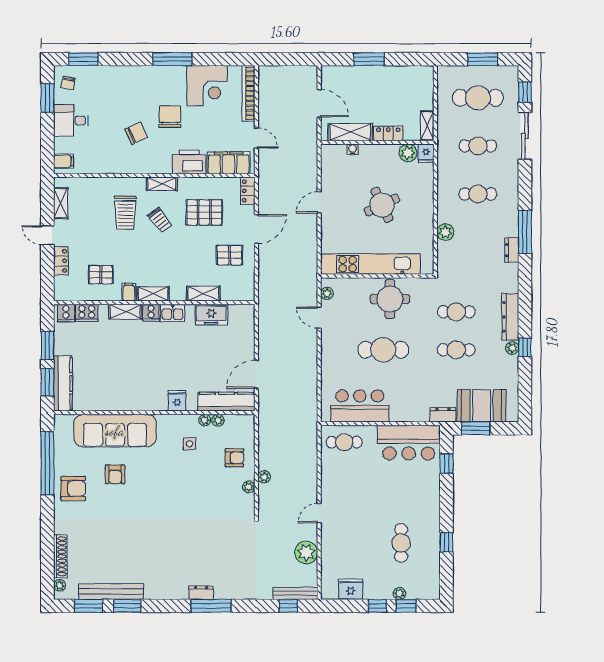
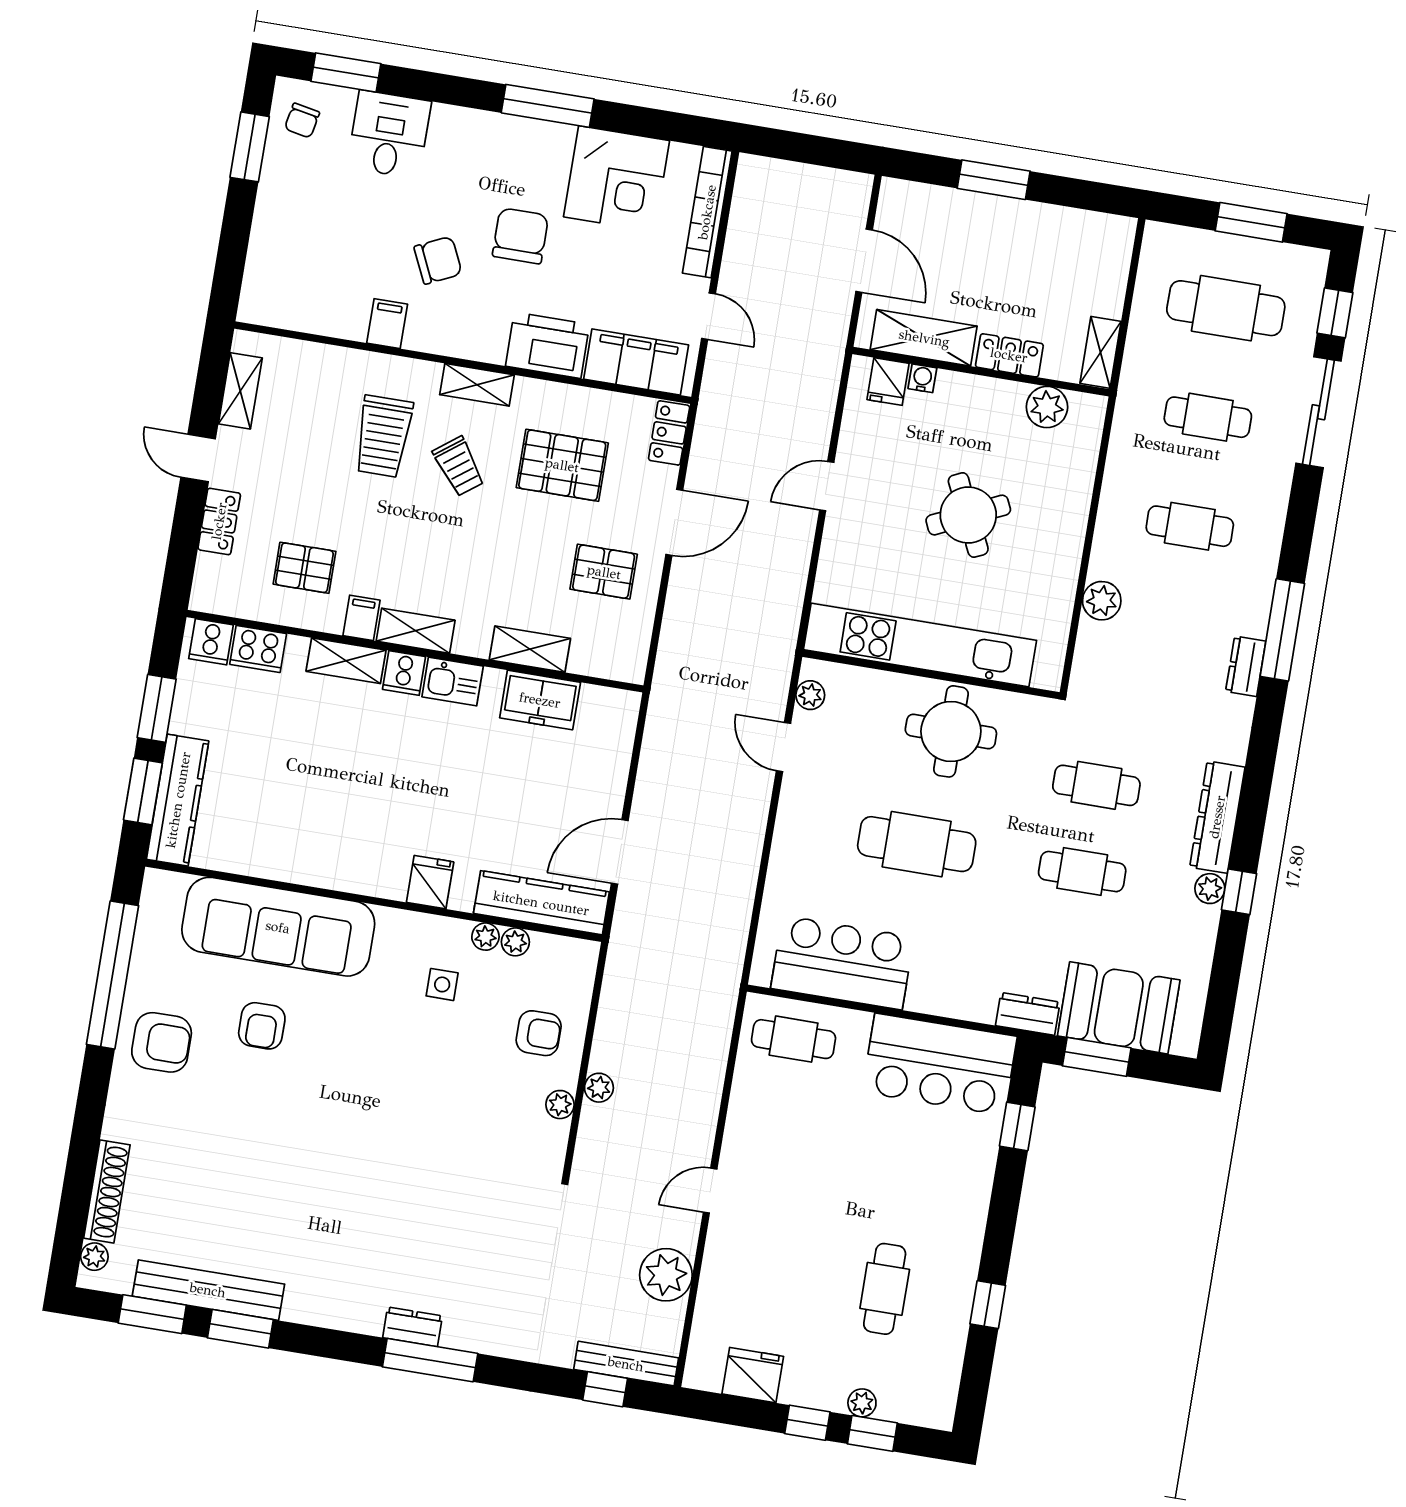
desk: (71, 120) -> (389, 134), moved, turned 90
fridge: (426, 153) -> (888, 381), moved
filing cabinet: (63, 161) -> (387, 324), moved, turned -90

